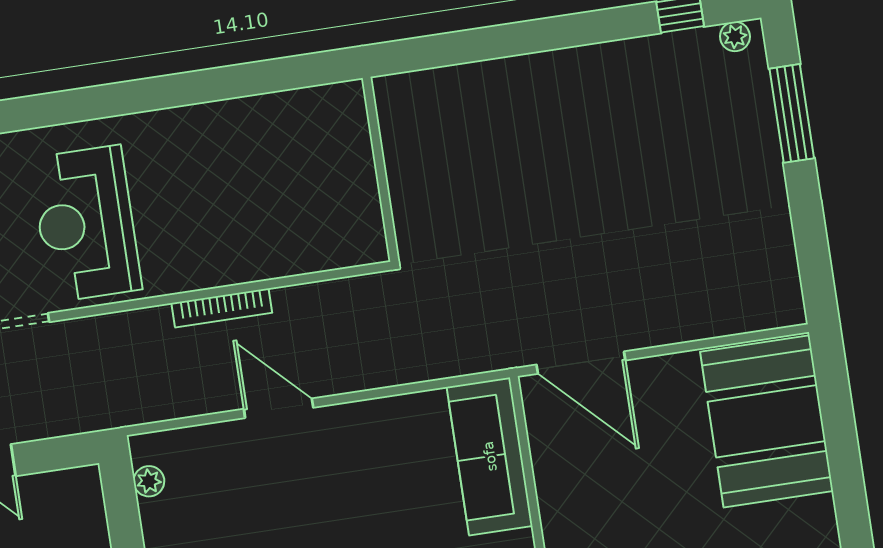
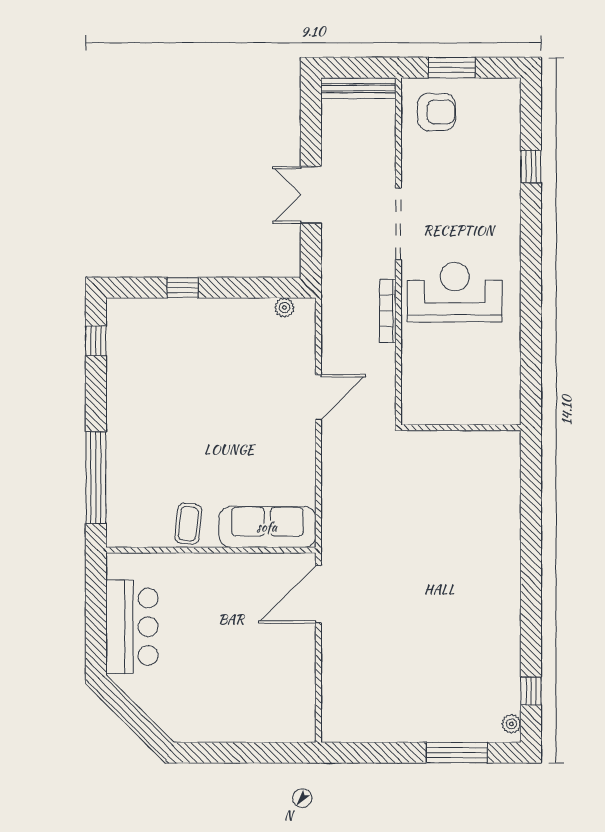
wall: (380, 169) -> (461, 428), moved
bookcase: (222, 308) -> (388, 311), moved
booth: (767, 421) -> (263, 707), removed

